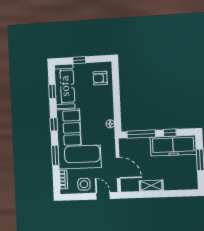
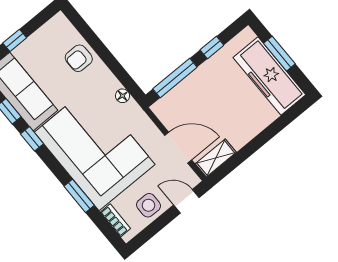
armchair: (100, 78) -> (79, 58), moved
window: (54, 124) -> (32, 139), moved
freezer: (173, 146) -> (269, 76), moved, turned 90
shelving: (151, 186) -> (216, 158), moved

